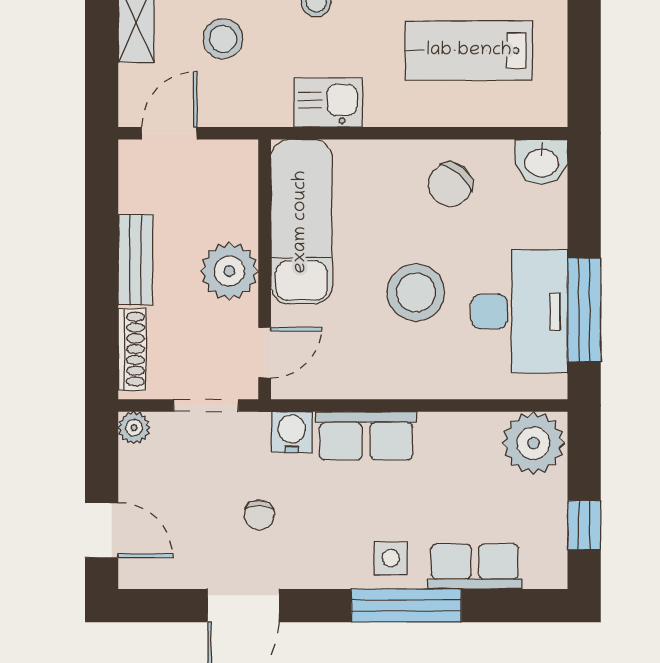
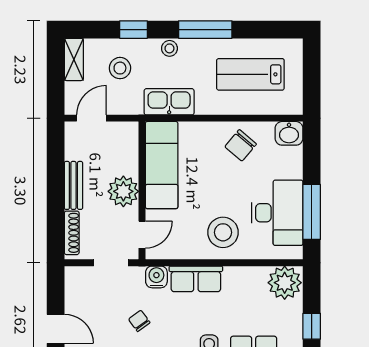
kitchen sink: (328, 102) -> (169, 102), width x1.38
stool: (416, 292) -> (223, 232), moved
plant: (134, 428) -> (73, 274), removed
chair: (259, 515) -> (139, 321), turned 144

